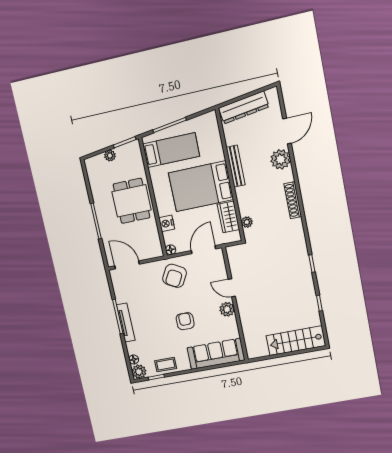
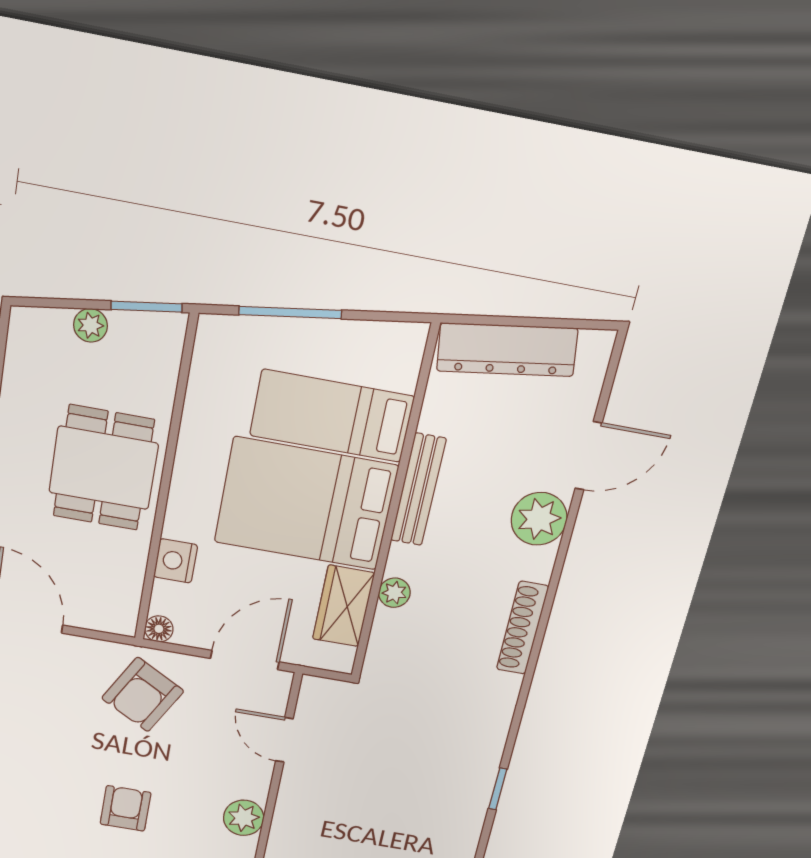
bed: (171, 150) -> (332, 416), moved, turned 180
plant: (247, 222) -> (394, 593), moved
door: (232, 288) -> (284, 740), moved

